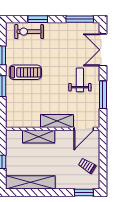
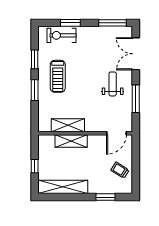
treadmill: (25, 72) -> (58, 76), turned 90
shelving: (57, 121) -> (68, 125), moved
window: (84, 192) -> (105, 197), moved

